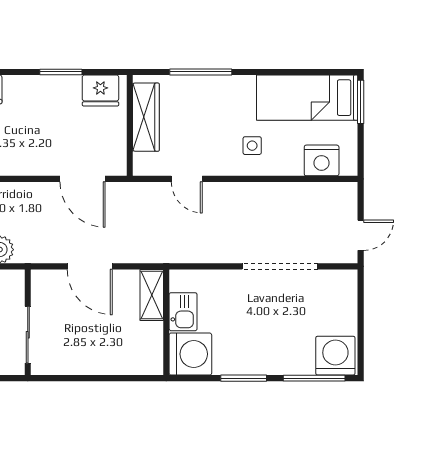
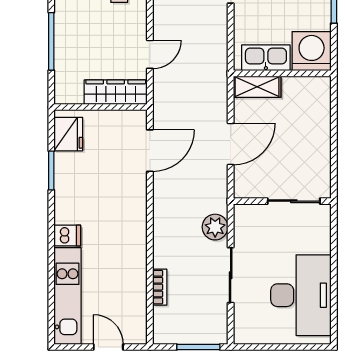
wardrobe: (146, 117) -> (116, 92), moved
kitchen sink: (183, 312) -> (266, 58), width x1.38

